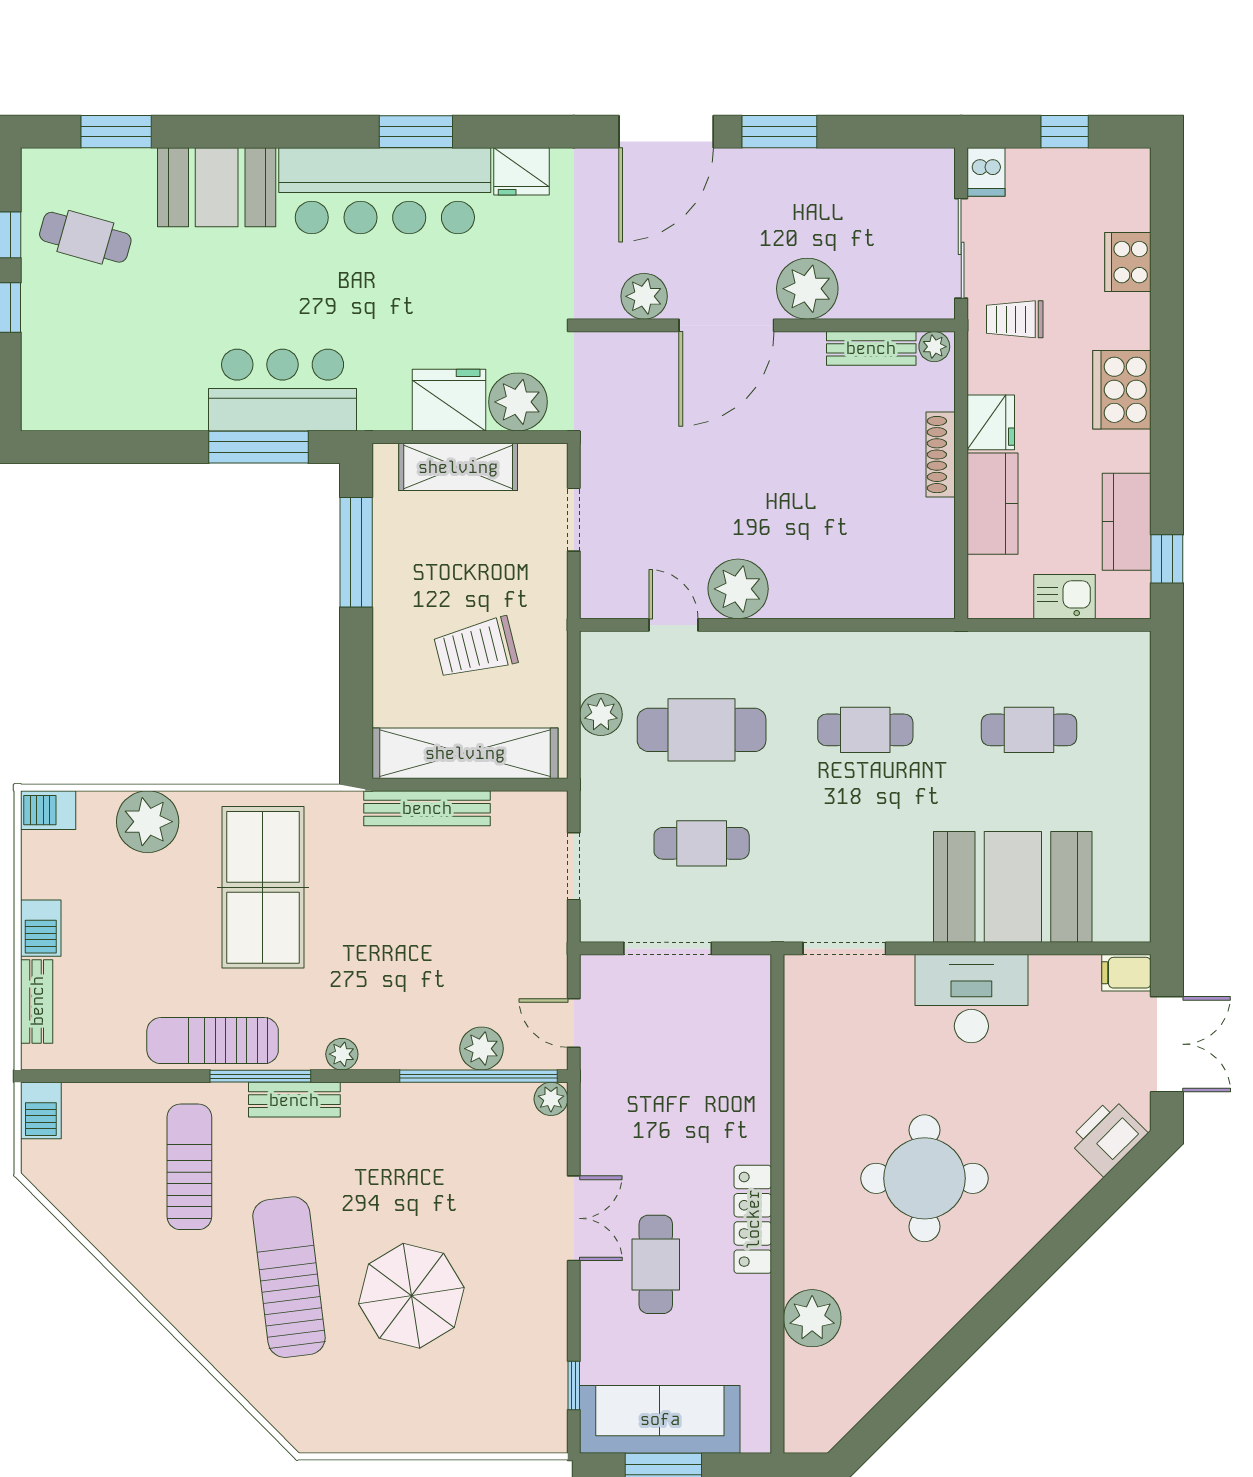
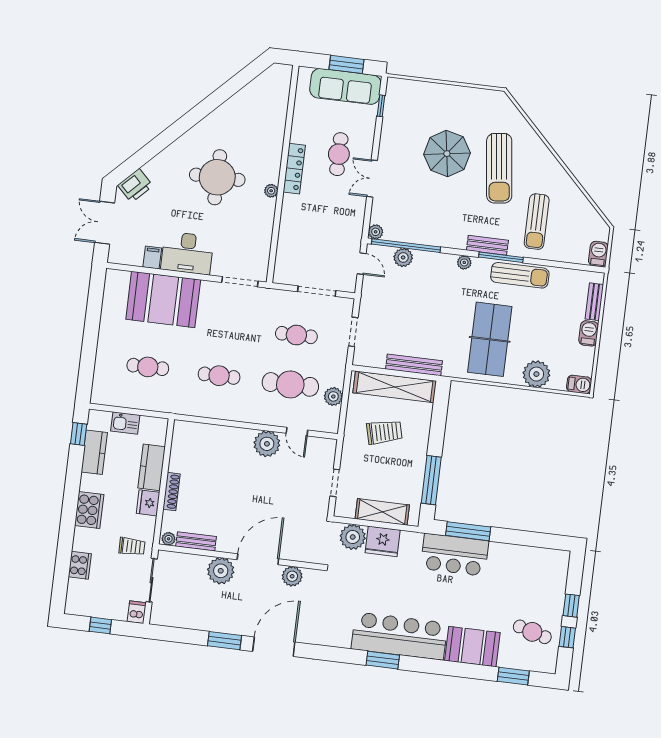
fridge: (522, 171) -> (339, 637), removed
filing cabinet: (1126, 973) -> (152, 257), moved, turned -90
plant: (812, 1318) -> (271, 191), moved, width x0.53, depth x0.53

